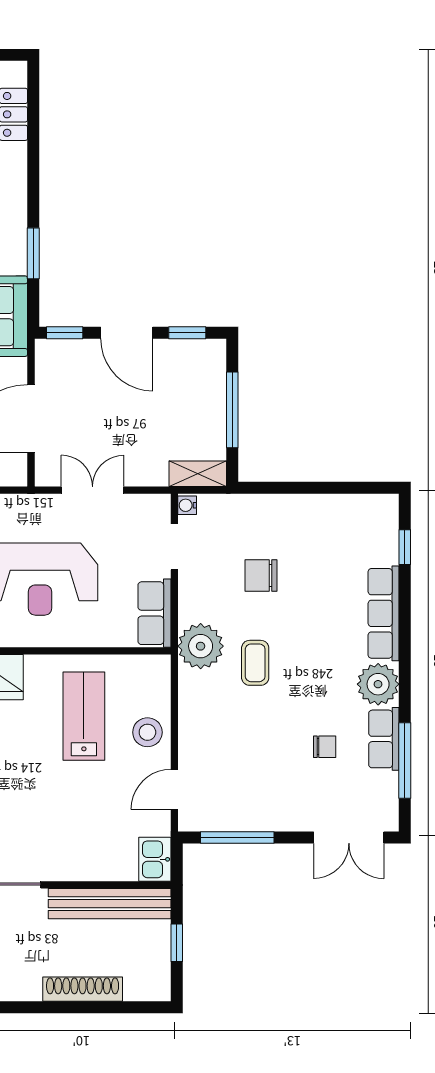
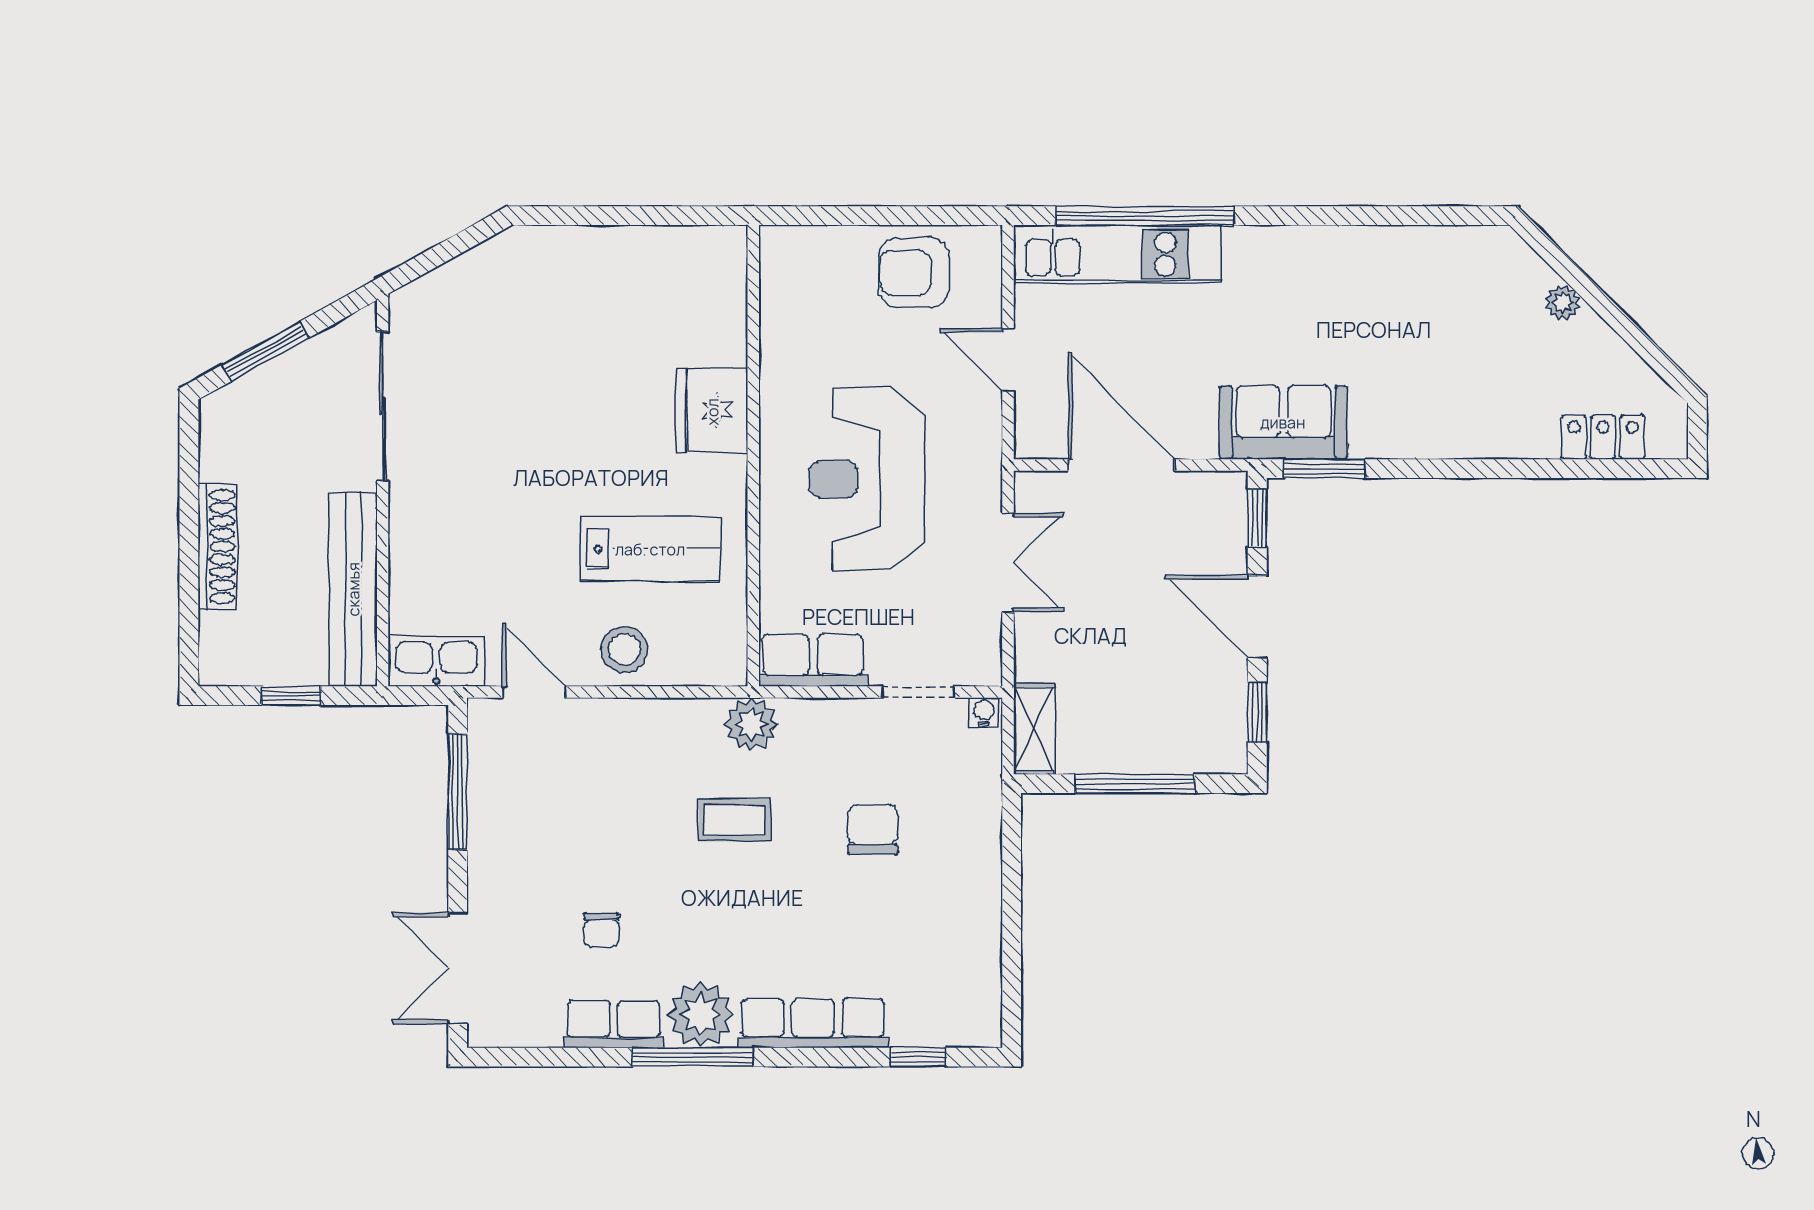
window: (33, 253) -> (1324, 469), moved
door: (127, 333) -> (1257, 617), hinge flipped
plant: (201, 646) -> (751, 724), width x0.73, depth x0.73
window: (405, 760) -> (692, 1057), moved
kitchen sink: (155, 859) -> (436, 661), width x1.38

